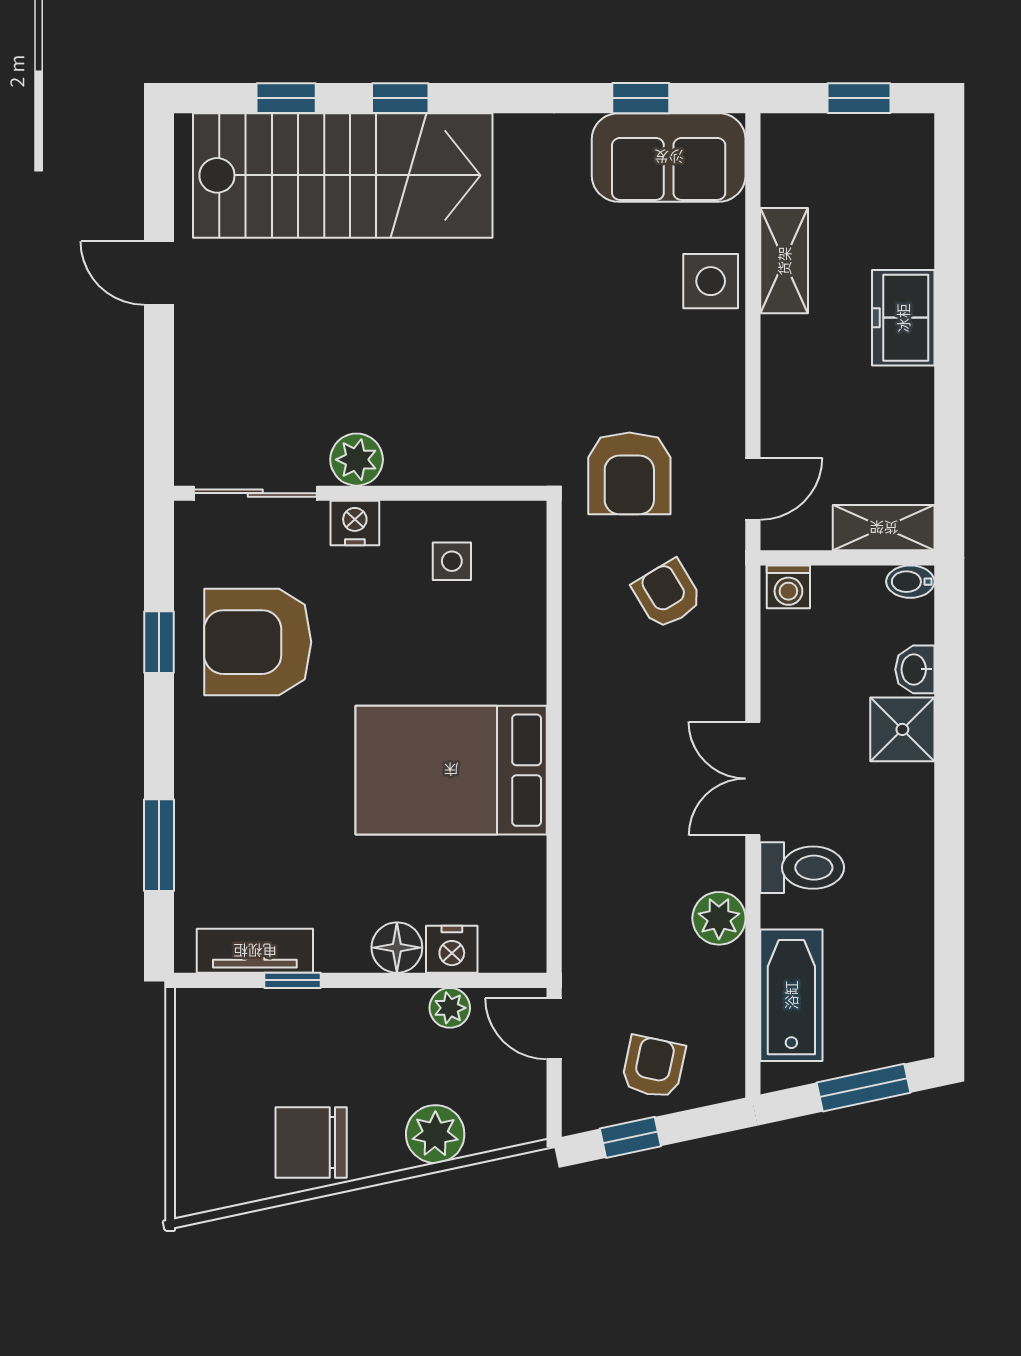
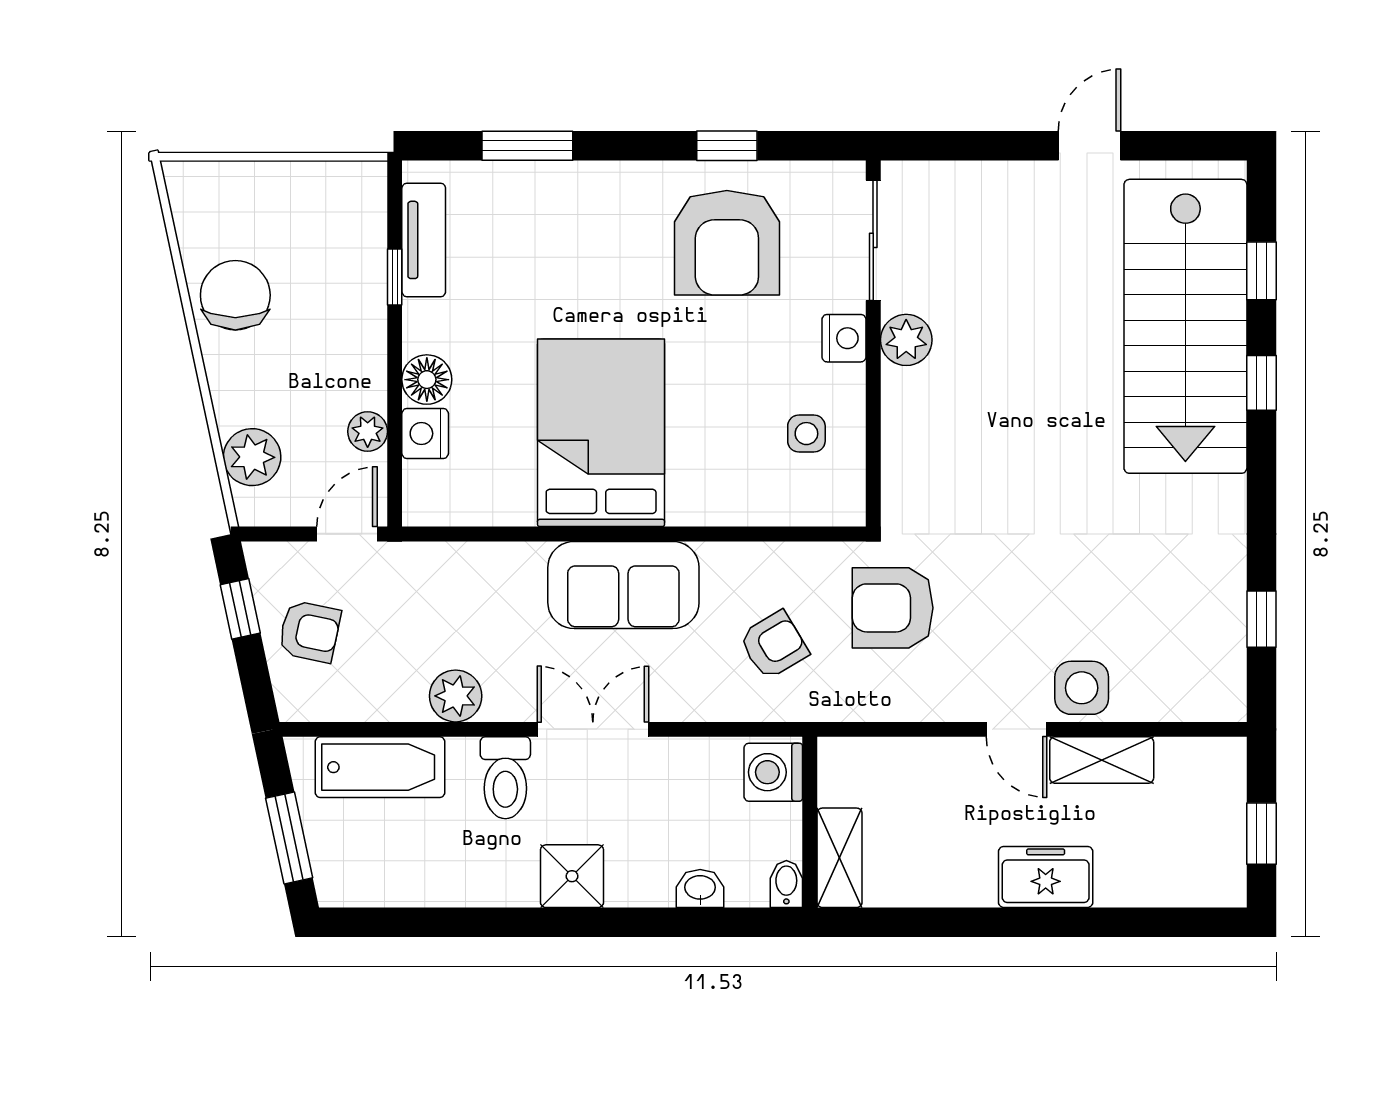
sofa: (669, 157) -> (623, 585), moved, turned -90
door: (753, 489) -> (1017, 729), moved
washing machine: (788, 587) -> (773, 772), width x1.38, depth x1.38
armchair: (258, 642) -> (727, 243), turned 180
shower: (902, 729) -> (572, 876), moved
plant: (435, 1134) -> (252, 457), moved

